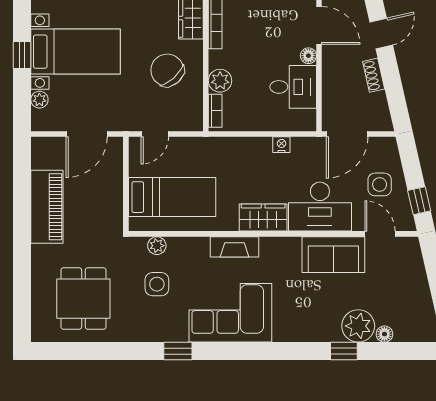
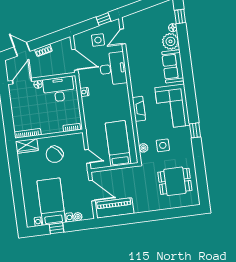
plant: (220, 81) -> (56, 127), removed
desk: (293, 87) -> (59, 89), width x1.37
piano: (47, 207) -> (114, 208), moved
wardrobe: (263, 217) -> (122, 96), removed
sofa: (333, 255) -> (173, 66), moved, turned 180
window: (344, 351) -> (180, 16), moved

